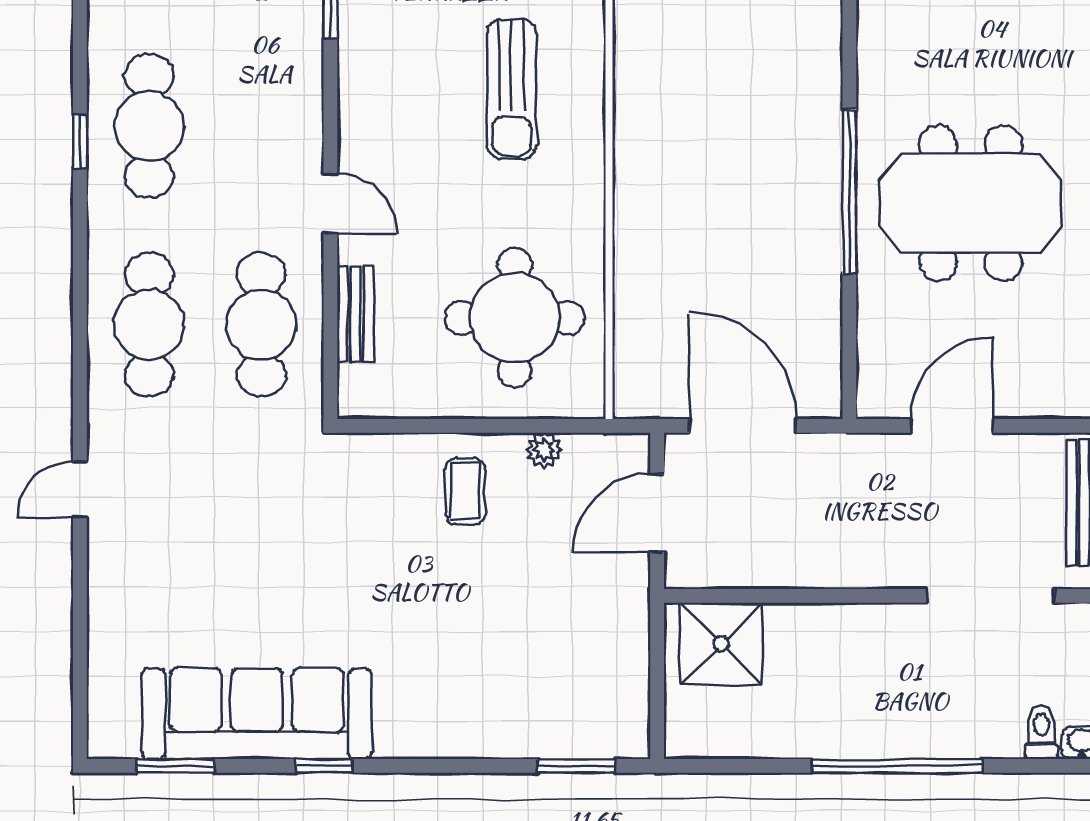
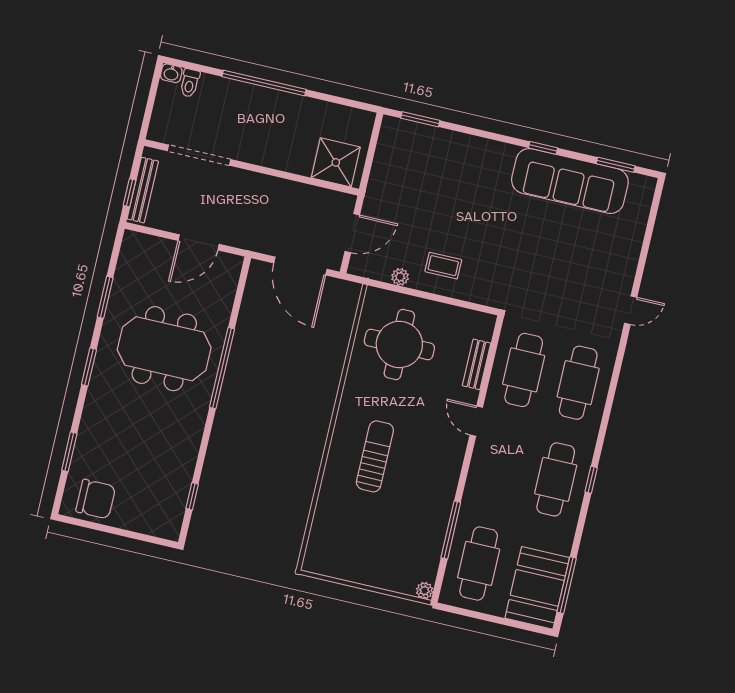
coffee table: (465, 491) -> (443, 266), turned 90

